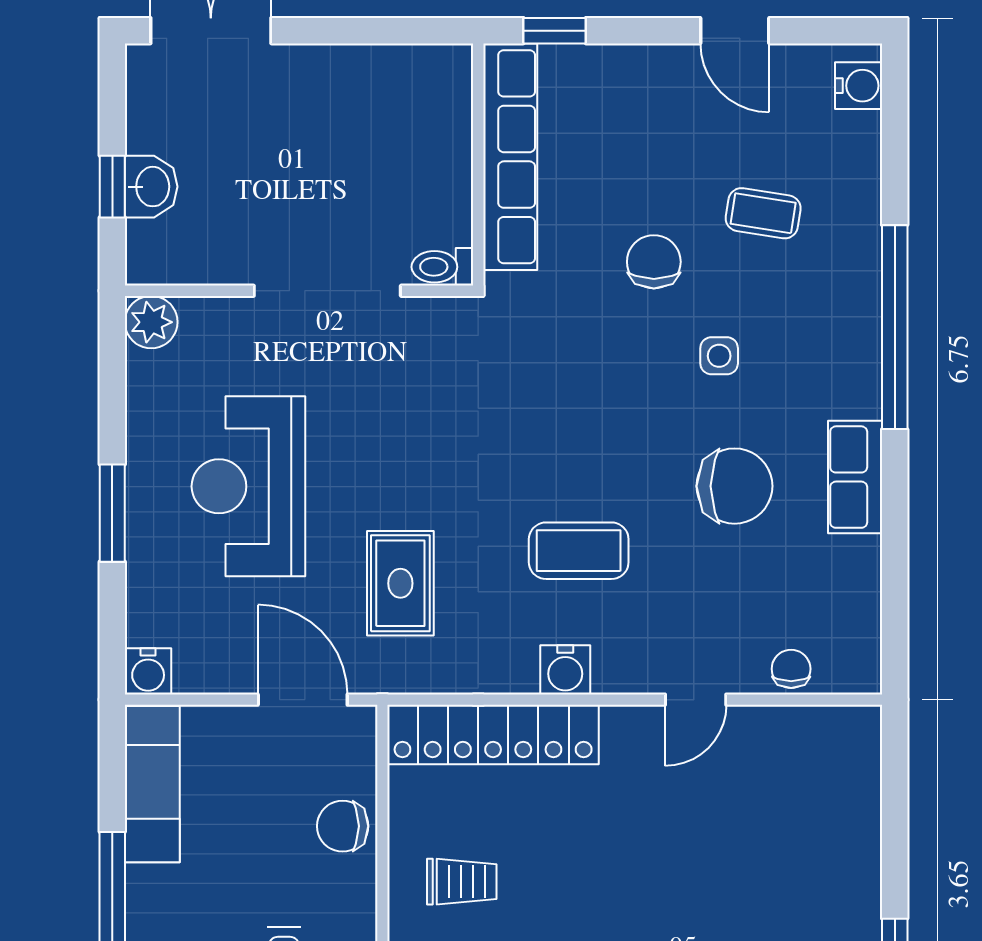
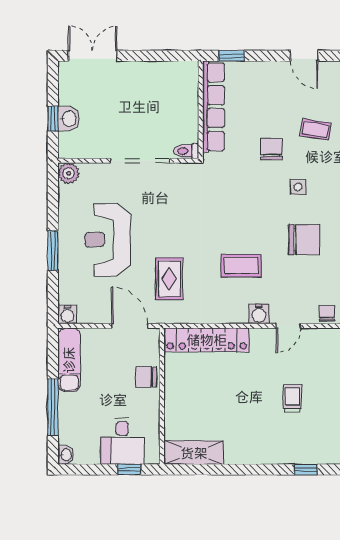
water cooler: (565, 670) -> (259, 314), moved
trolley: (462, 882) -> (292, 399), moved, turned -90

